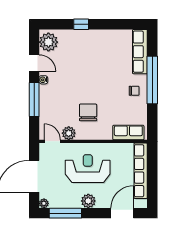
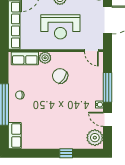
row of seats: (140, 52) -> (15, 136), width x0.68
chair: (88, 112) -> (60, 76), turned 124
plant: (69, 133) -> (45, 58), moved

